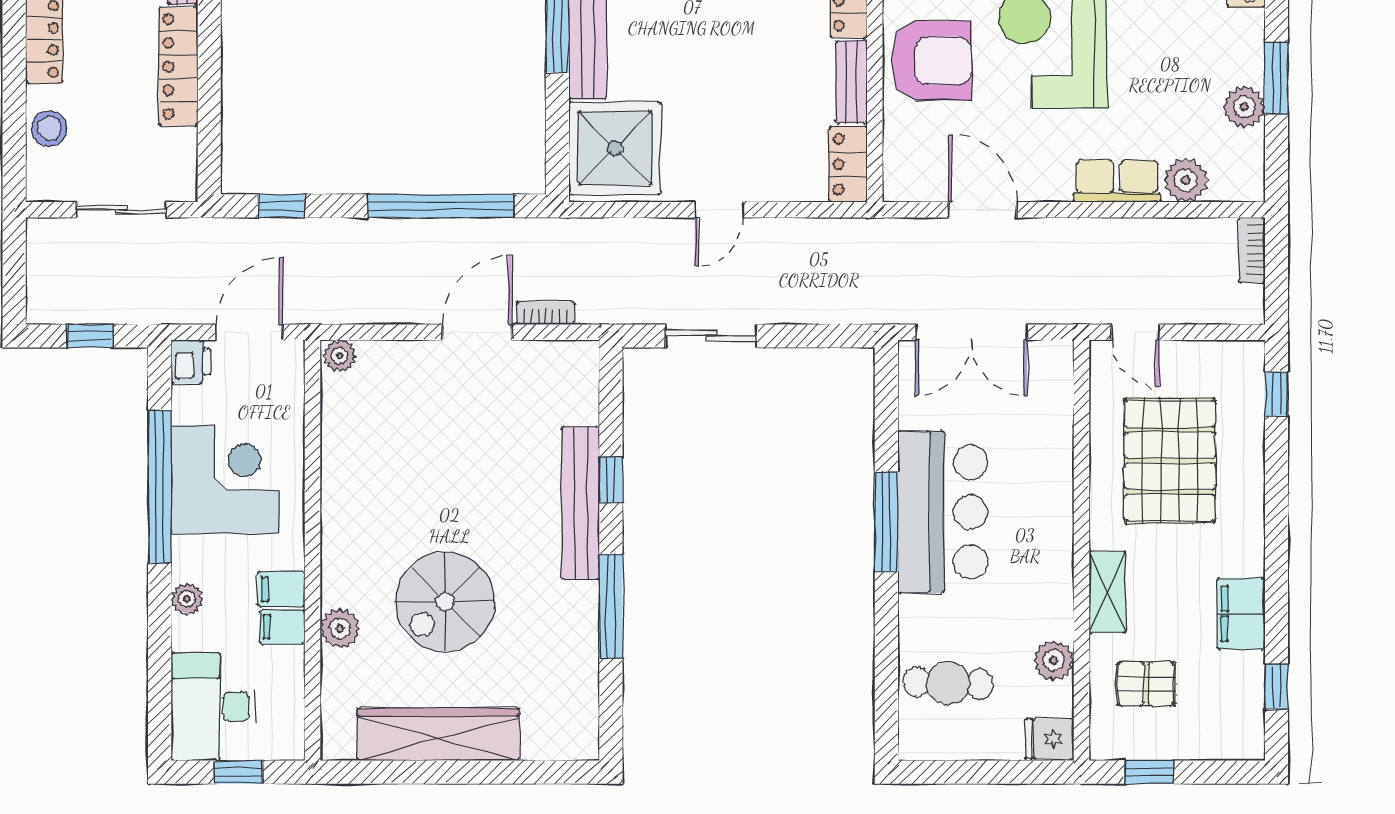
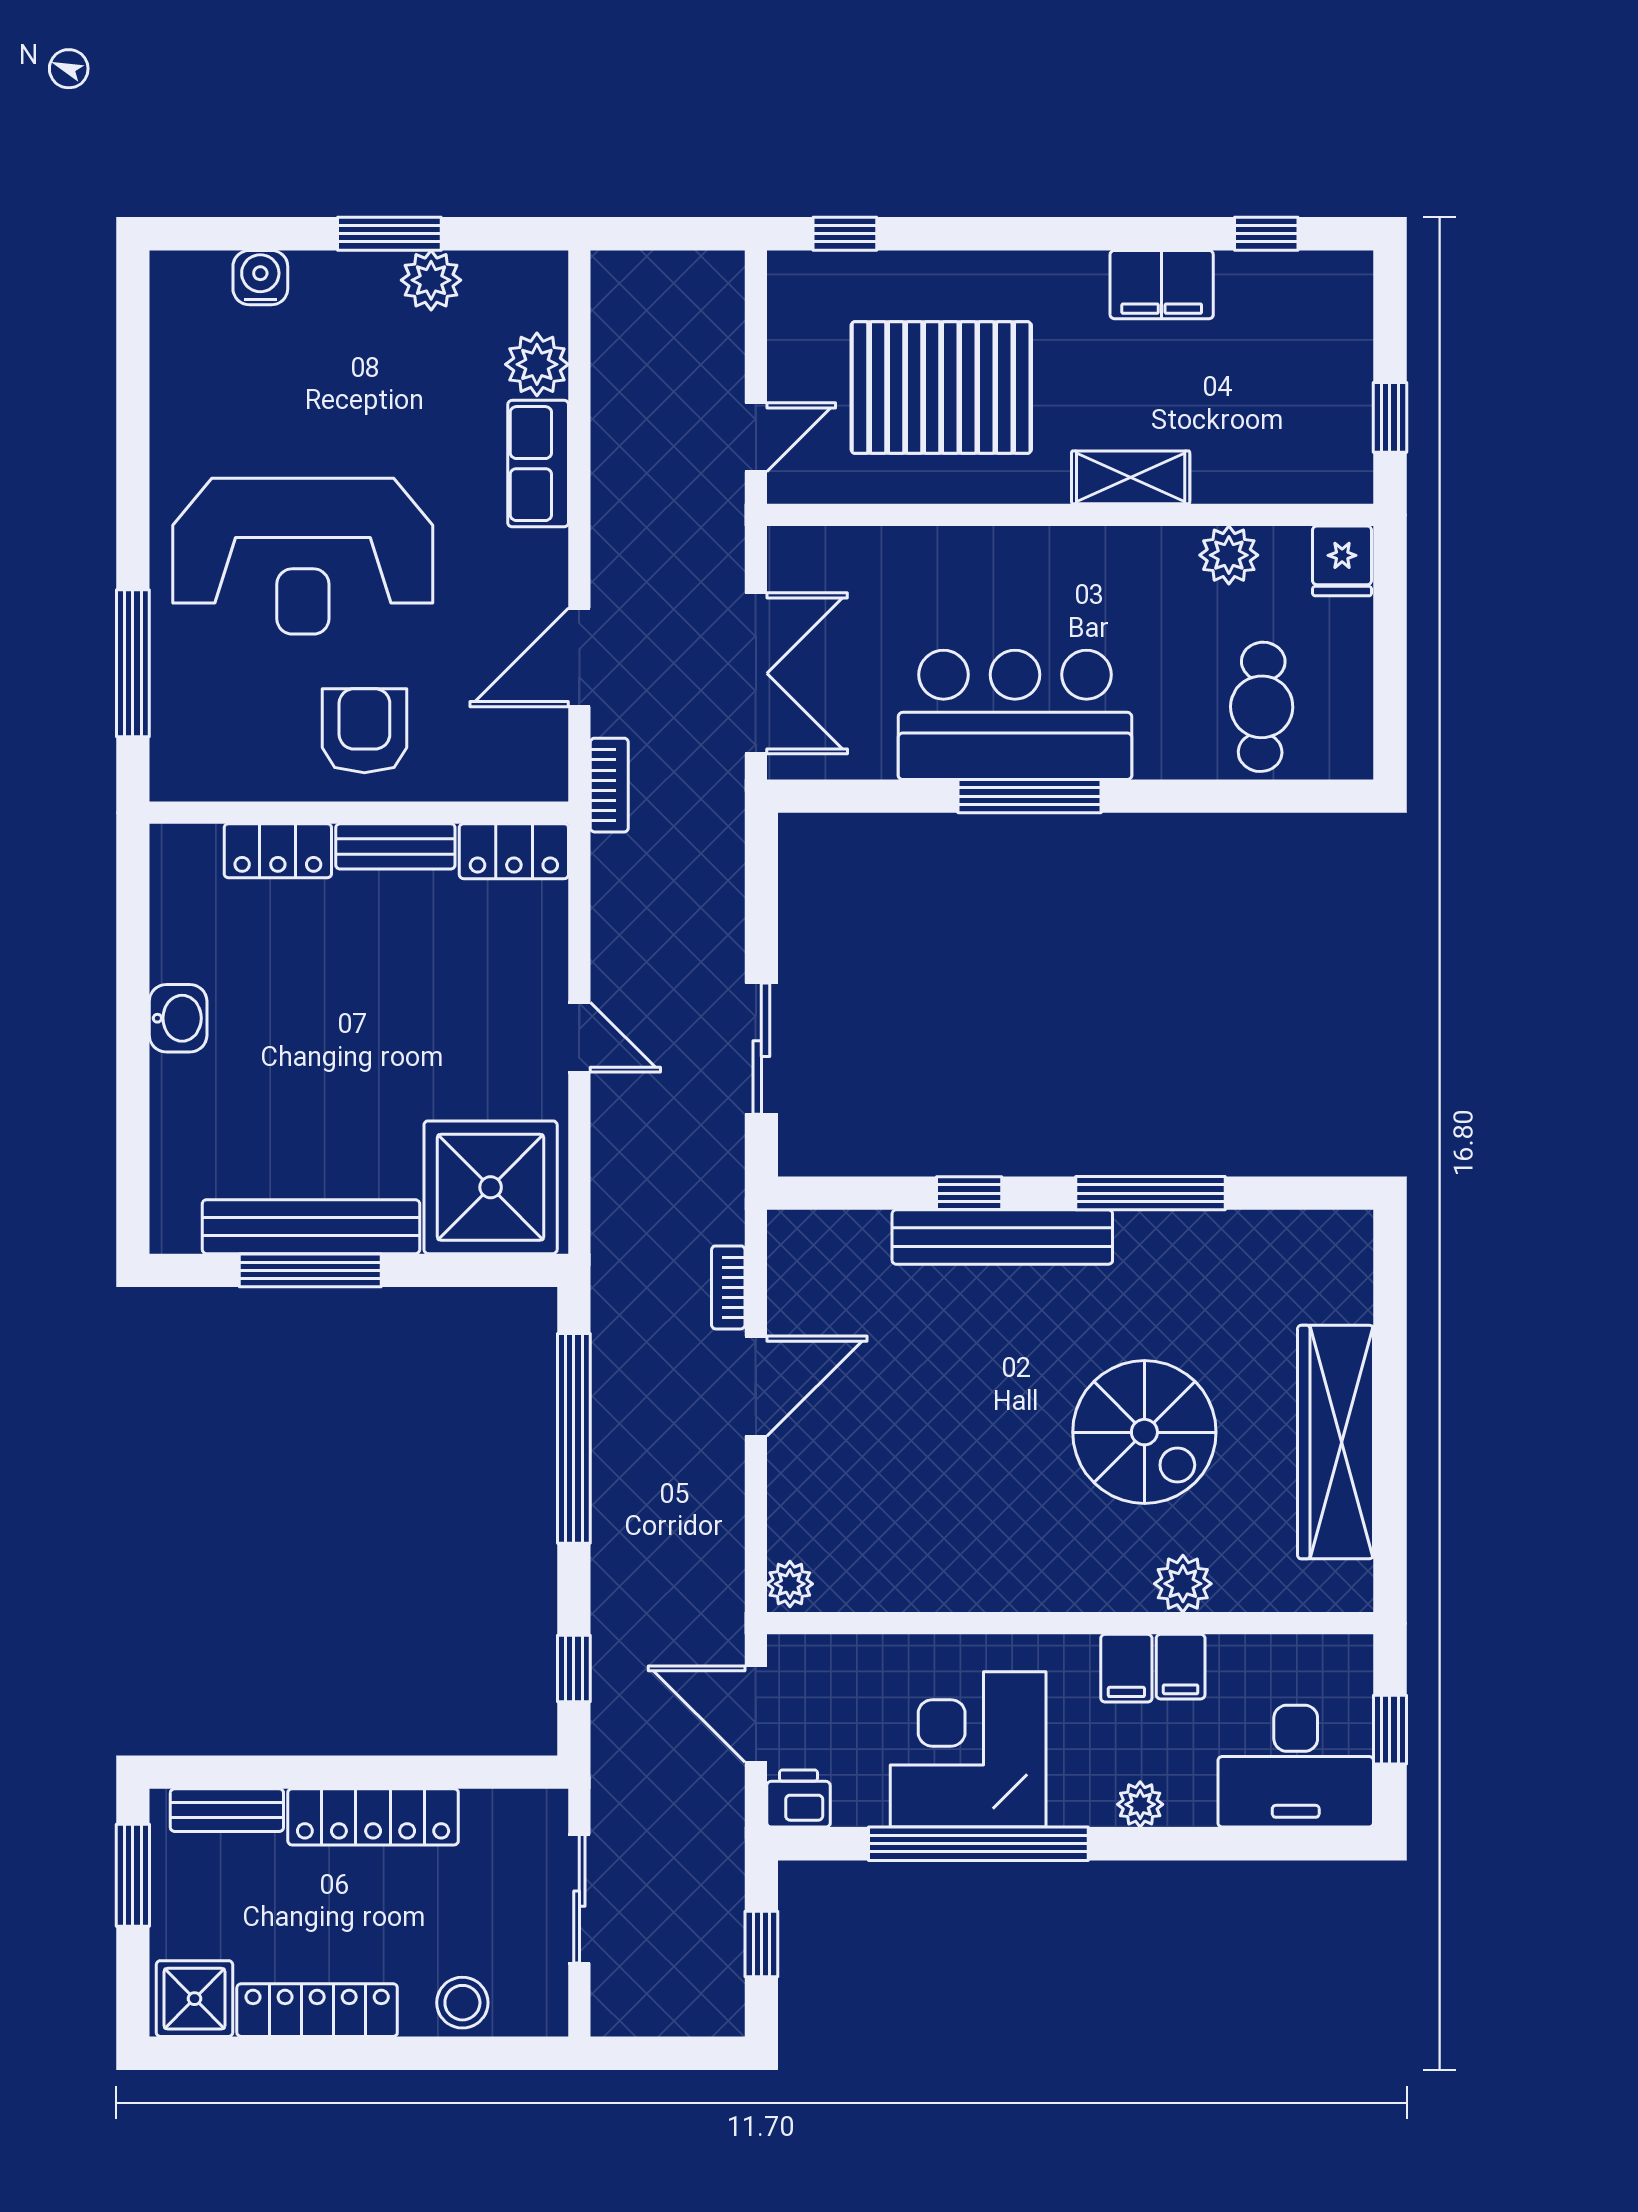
armchair: (932, 61) -> (364, 731), width x0.73, depth x0.73
bookcase: (1252, 250) -> (609, 785), moved, turned -90
door: (477, 332) -> (756, 1386), swing flipped
pallet: (1146, 684) -> (1263, 422), removed

